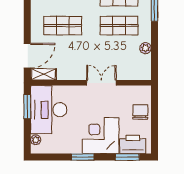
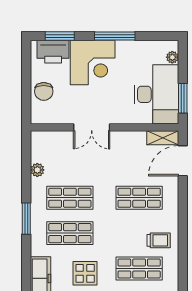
window: (83, 157) -> (115, 36), width x1.44

